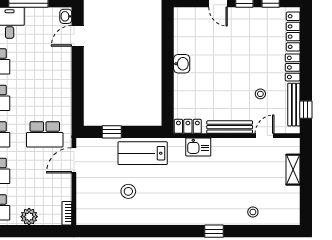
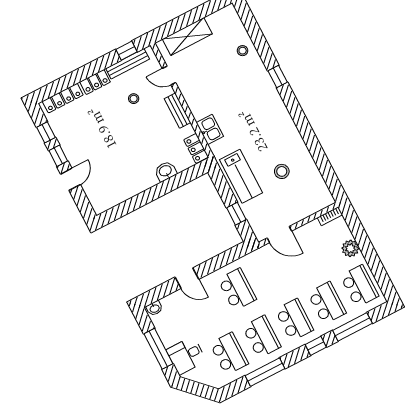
door: (78, 36) -> (187, 278), moved
washbasin: (182, 64) -> (165, 171), moved
bench: (230, 127) -> (177, 111), width x0.73
school desk: (45, 134) -> (237, 289), moved
shelving: (293, 170) -> (187, 36), width x1.50, depth x1.33

